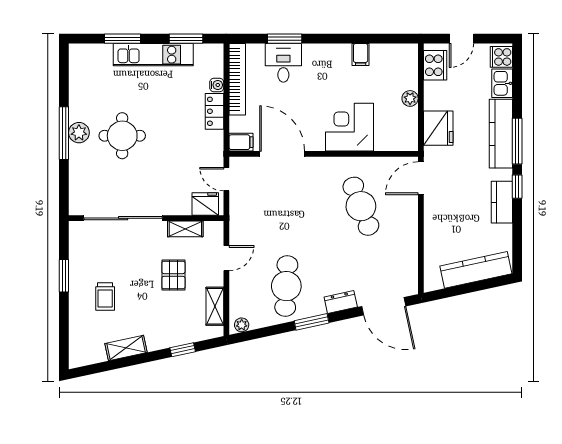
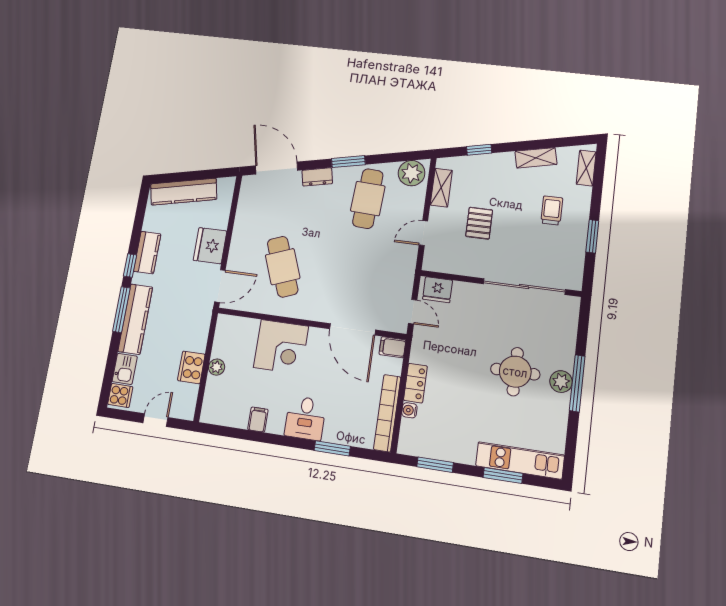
kitchen unit: (153, 55) -> (520, 460), moved
desk: (283, 63) -> (305, 418), moved
cooker: (435, 65) -> (191, 367), moved
fridge: (438, 128) -> (210, 246), moved
shelving: (185, 229) -> (586, 168), moved, turned 90
plant: (242, 325) -> (412, 173), width x1.87, depth x1.87

